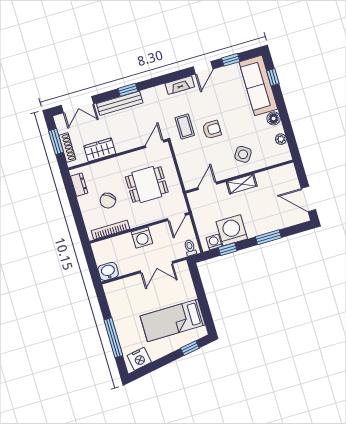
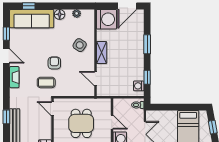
door: (176, 217) -> (112, 122), moved
washing machine: (232, 230) -> (106, 19), moved, turned 180

